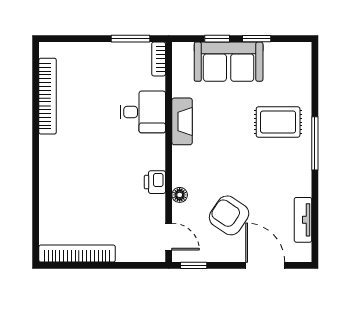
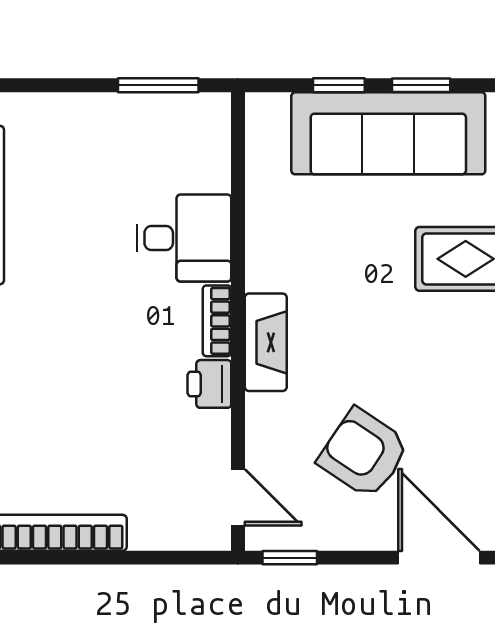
bookcase: (159, 59) -> (217, 321), moved
sofa: (229, 62) -> (388, 133), width x1.36
fireplace: (182, 121) -> (266, 342), moved
floor lamp: (180, 195) -> (261, 411), removed

